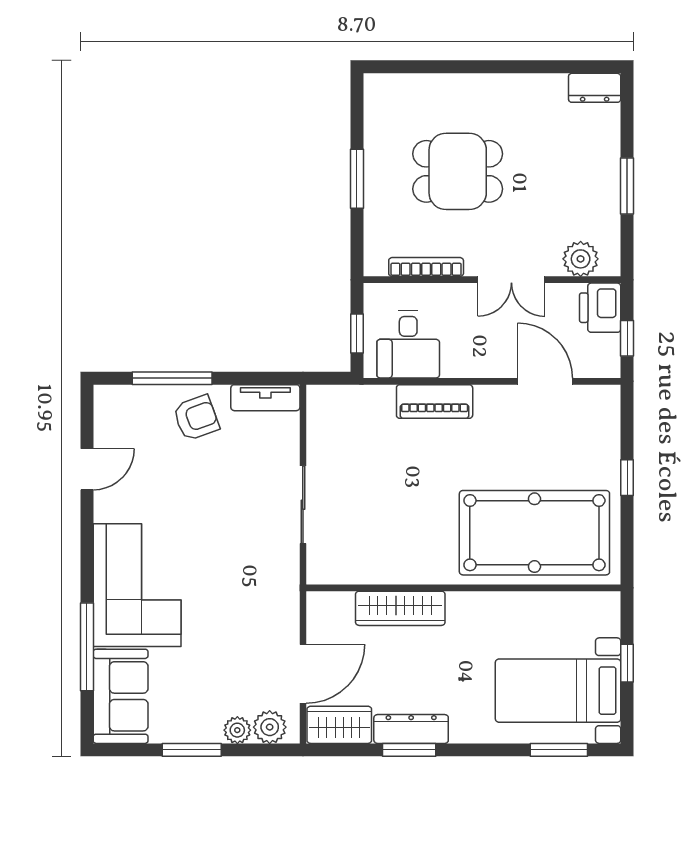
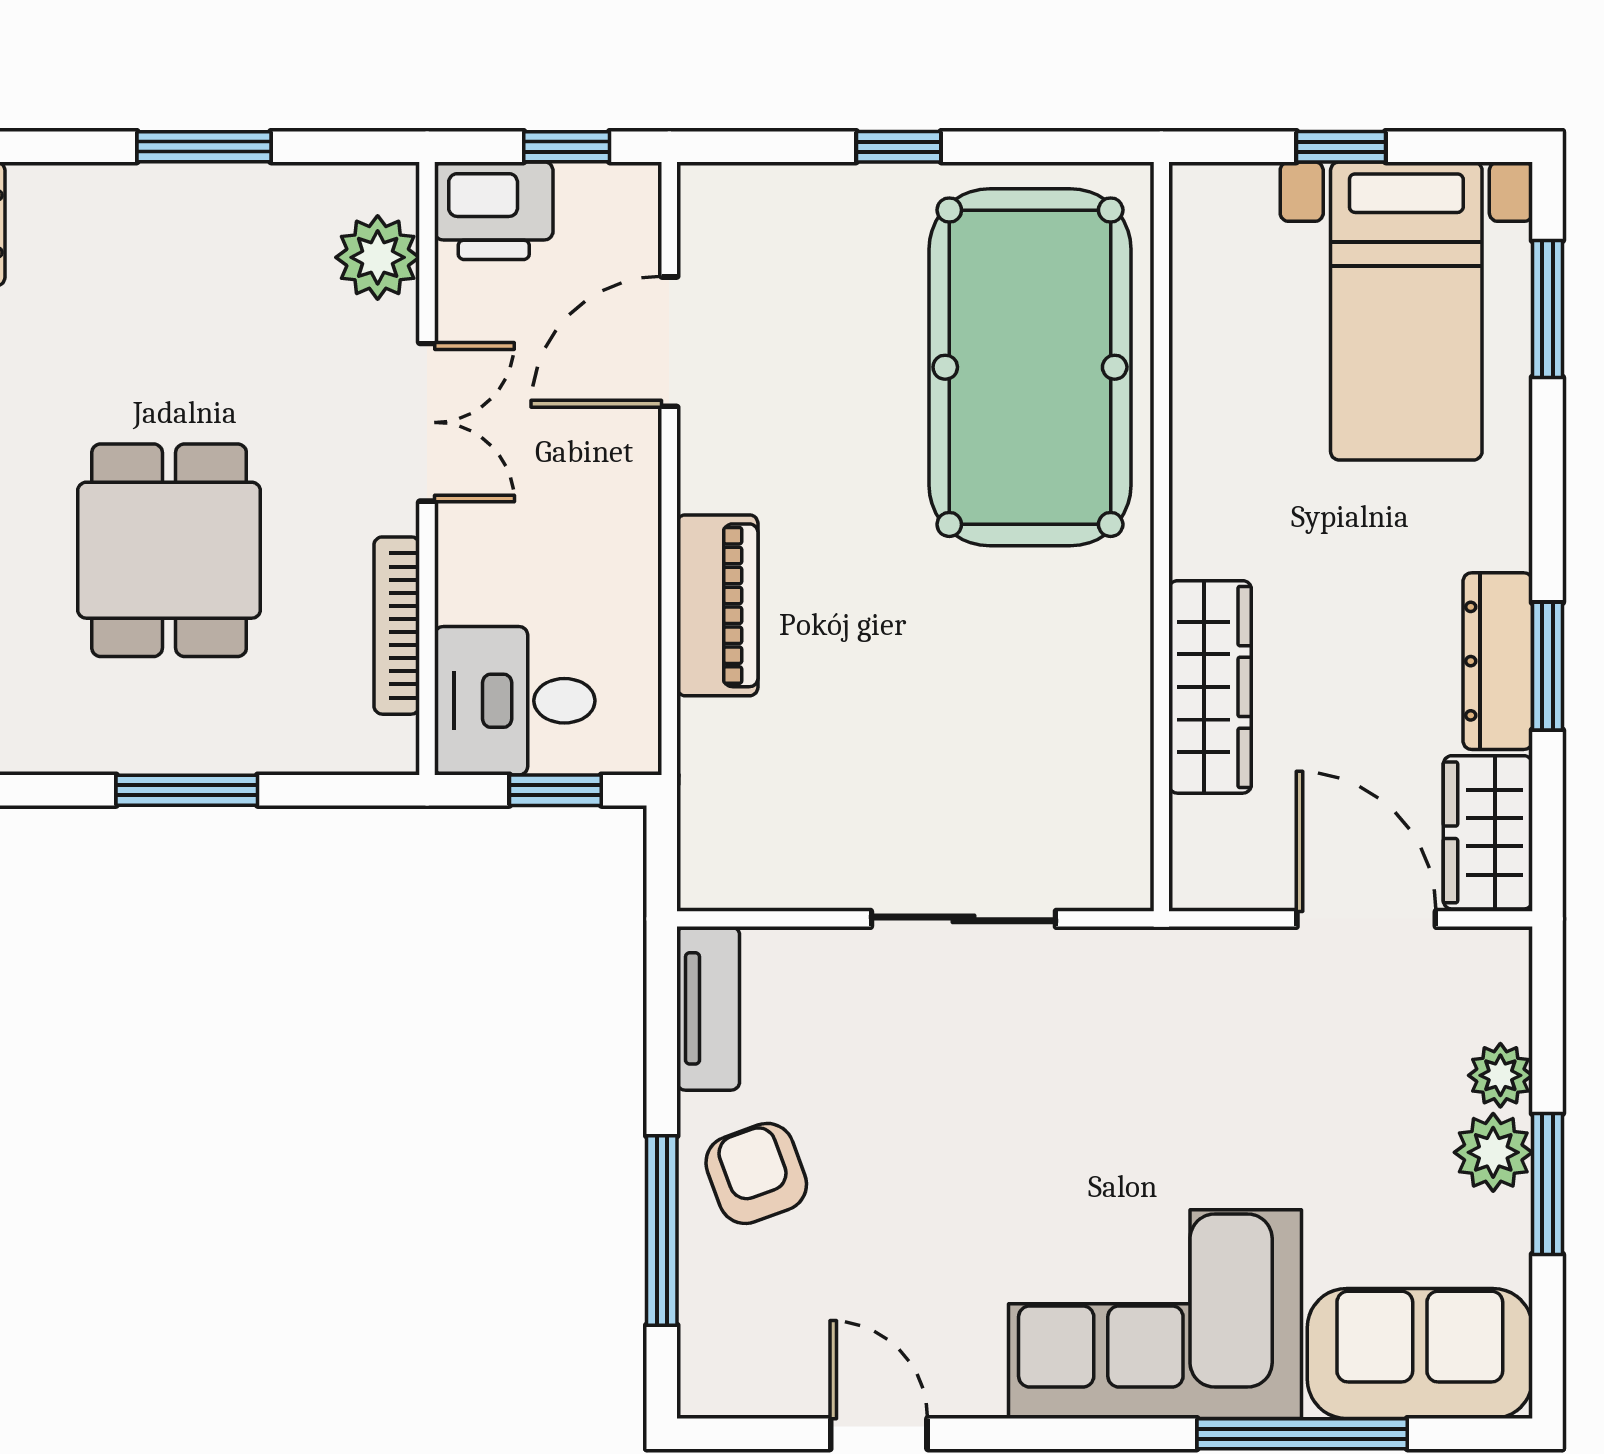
desk: (408, 345) -> (515, 701), moved, turned 180
plant: (270, 727) -> (1493, 1152), moved

